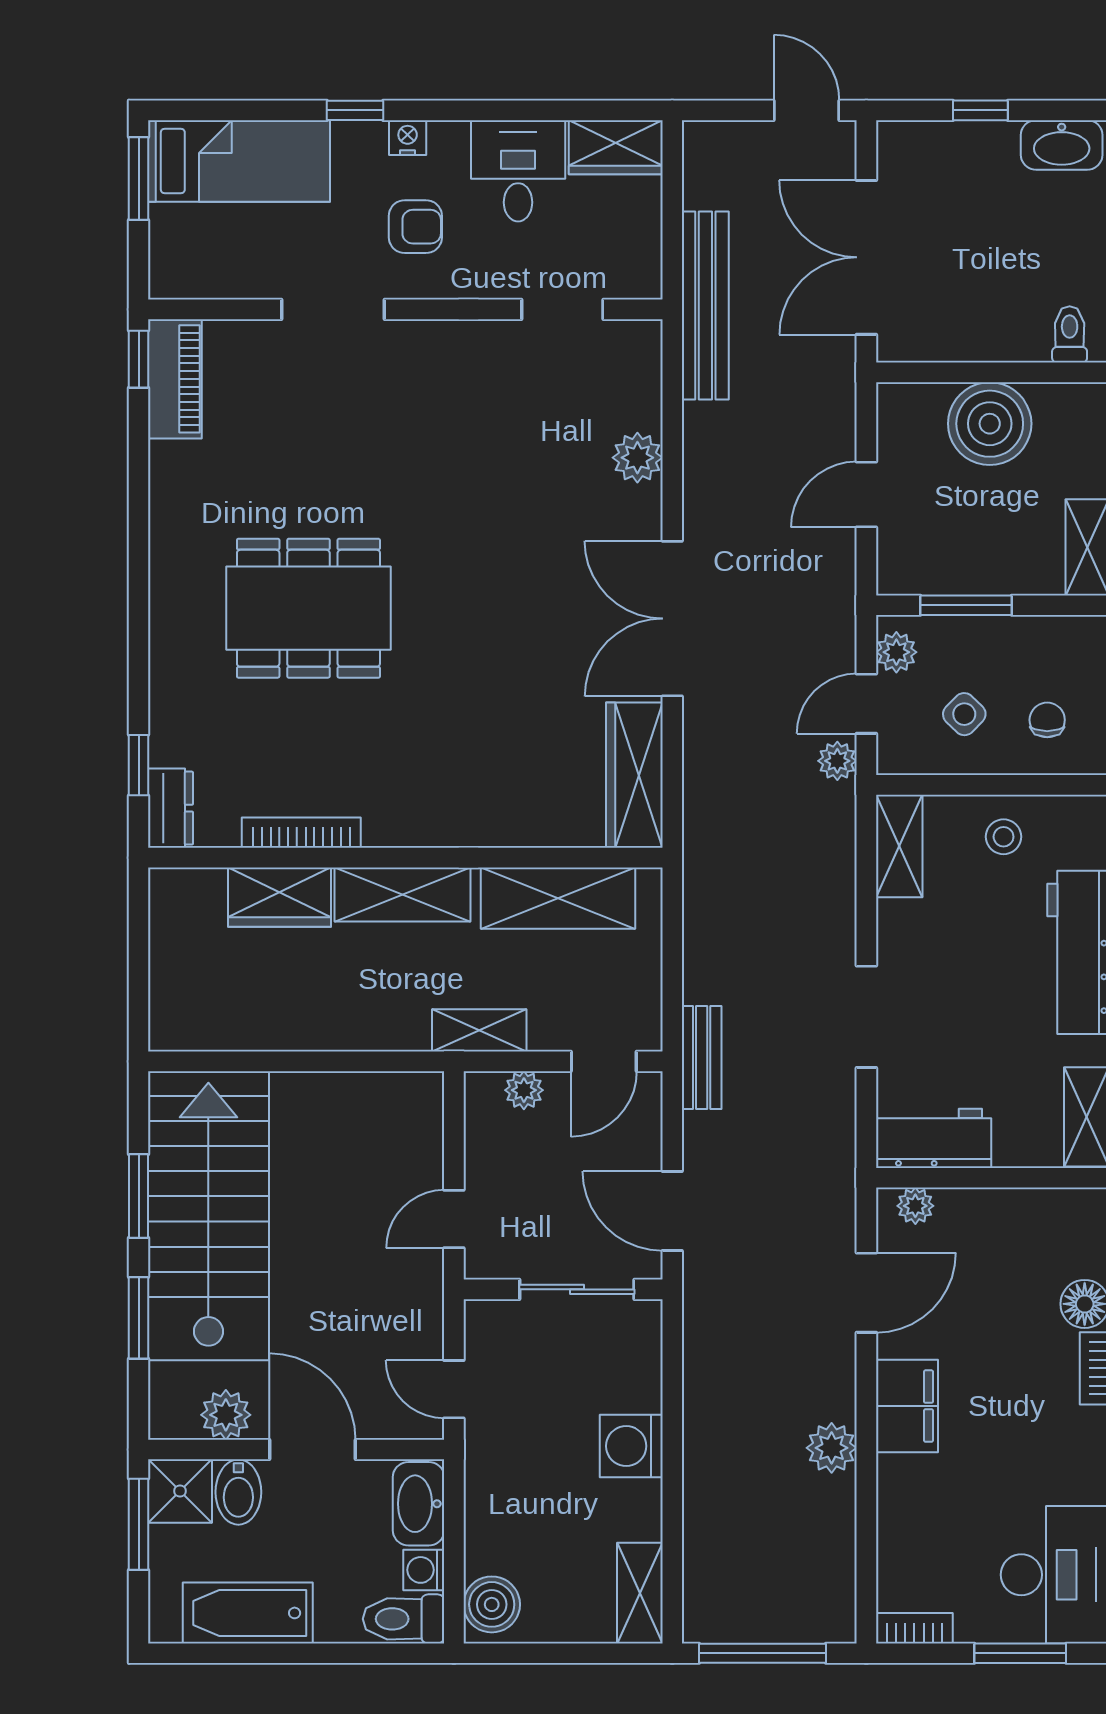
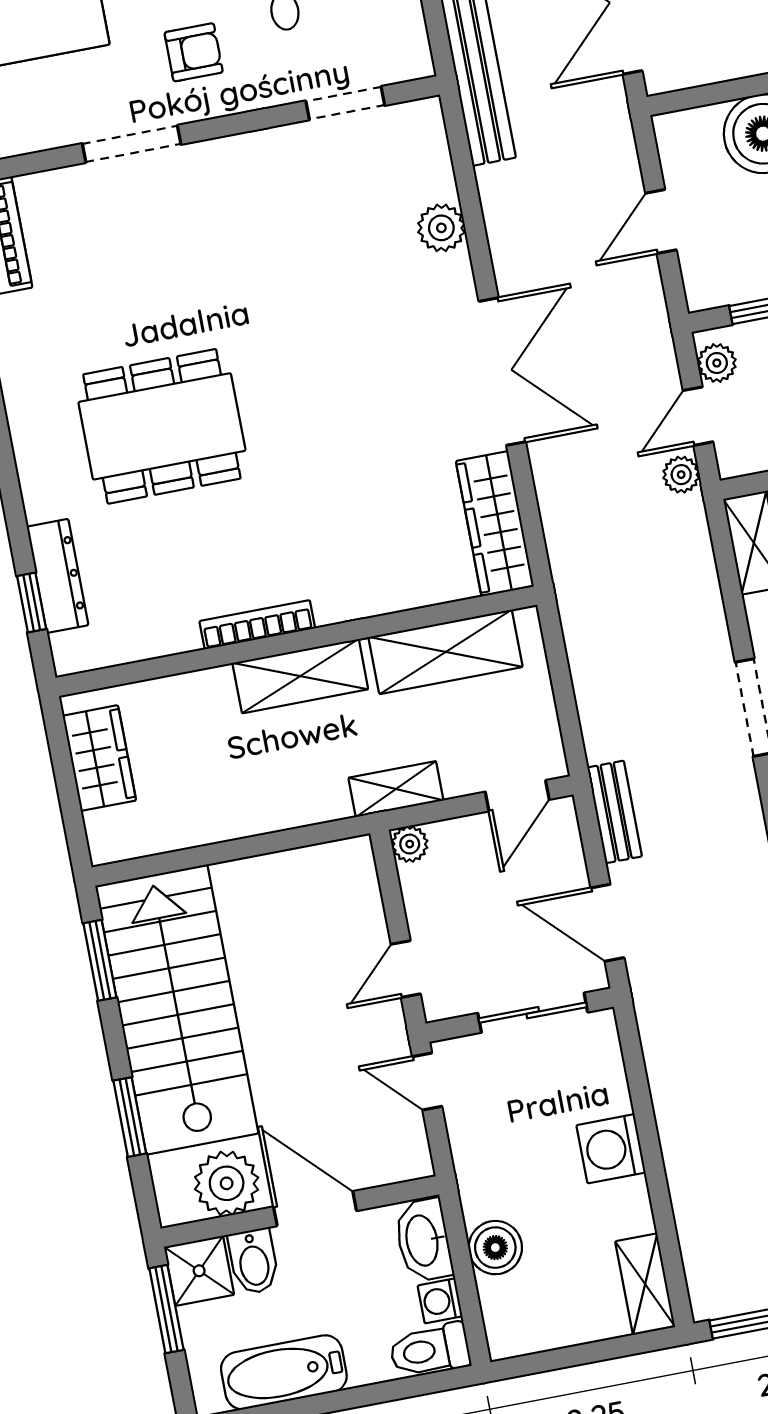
double door: (672, 619) -> (502, 372), swing flipped
dresser: (171, 808) -> (57, 576), moved, width x1.44
bookcase: (301, 833) -> (257, 625), moved
wardrobe: (279, 897) -> (99, 758), moved, turned -90
bench: (702, 1058) -> (615, 812), moved
plant: (524, 1090) -> (410, 844), moved
window: (139, 1196) -> (100, 960), moved
door: (454, 1389) -> (427, 1081), moved
plant: (226, 1415) -> (227, 1183), width x1.36, depth x1.36
boiler: (492, 1604) -> (495, 1248), moved

